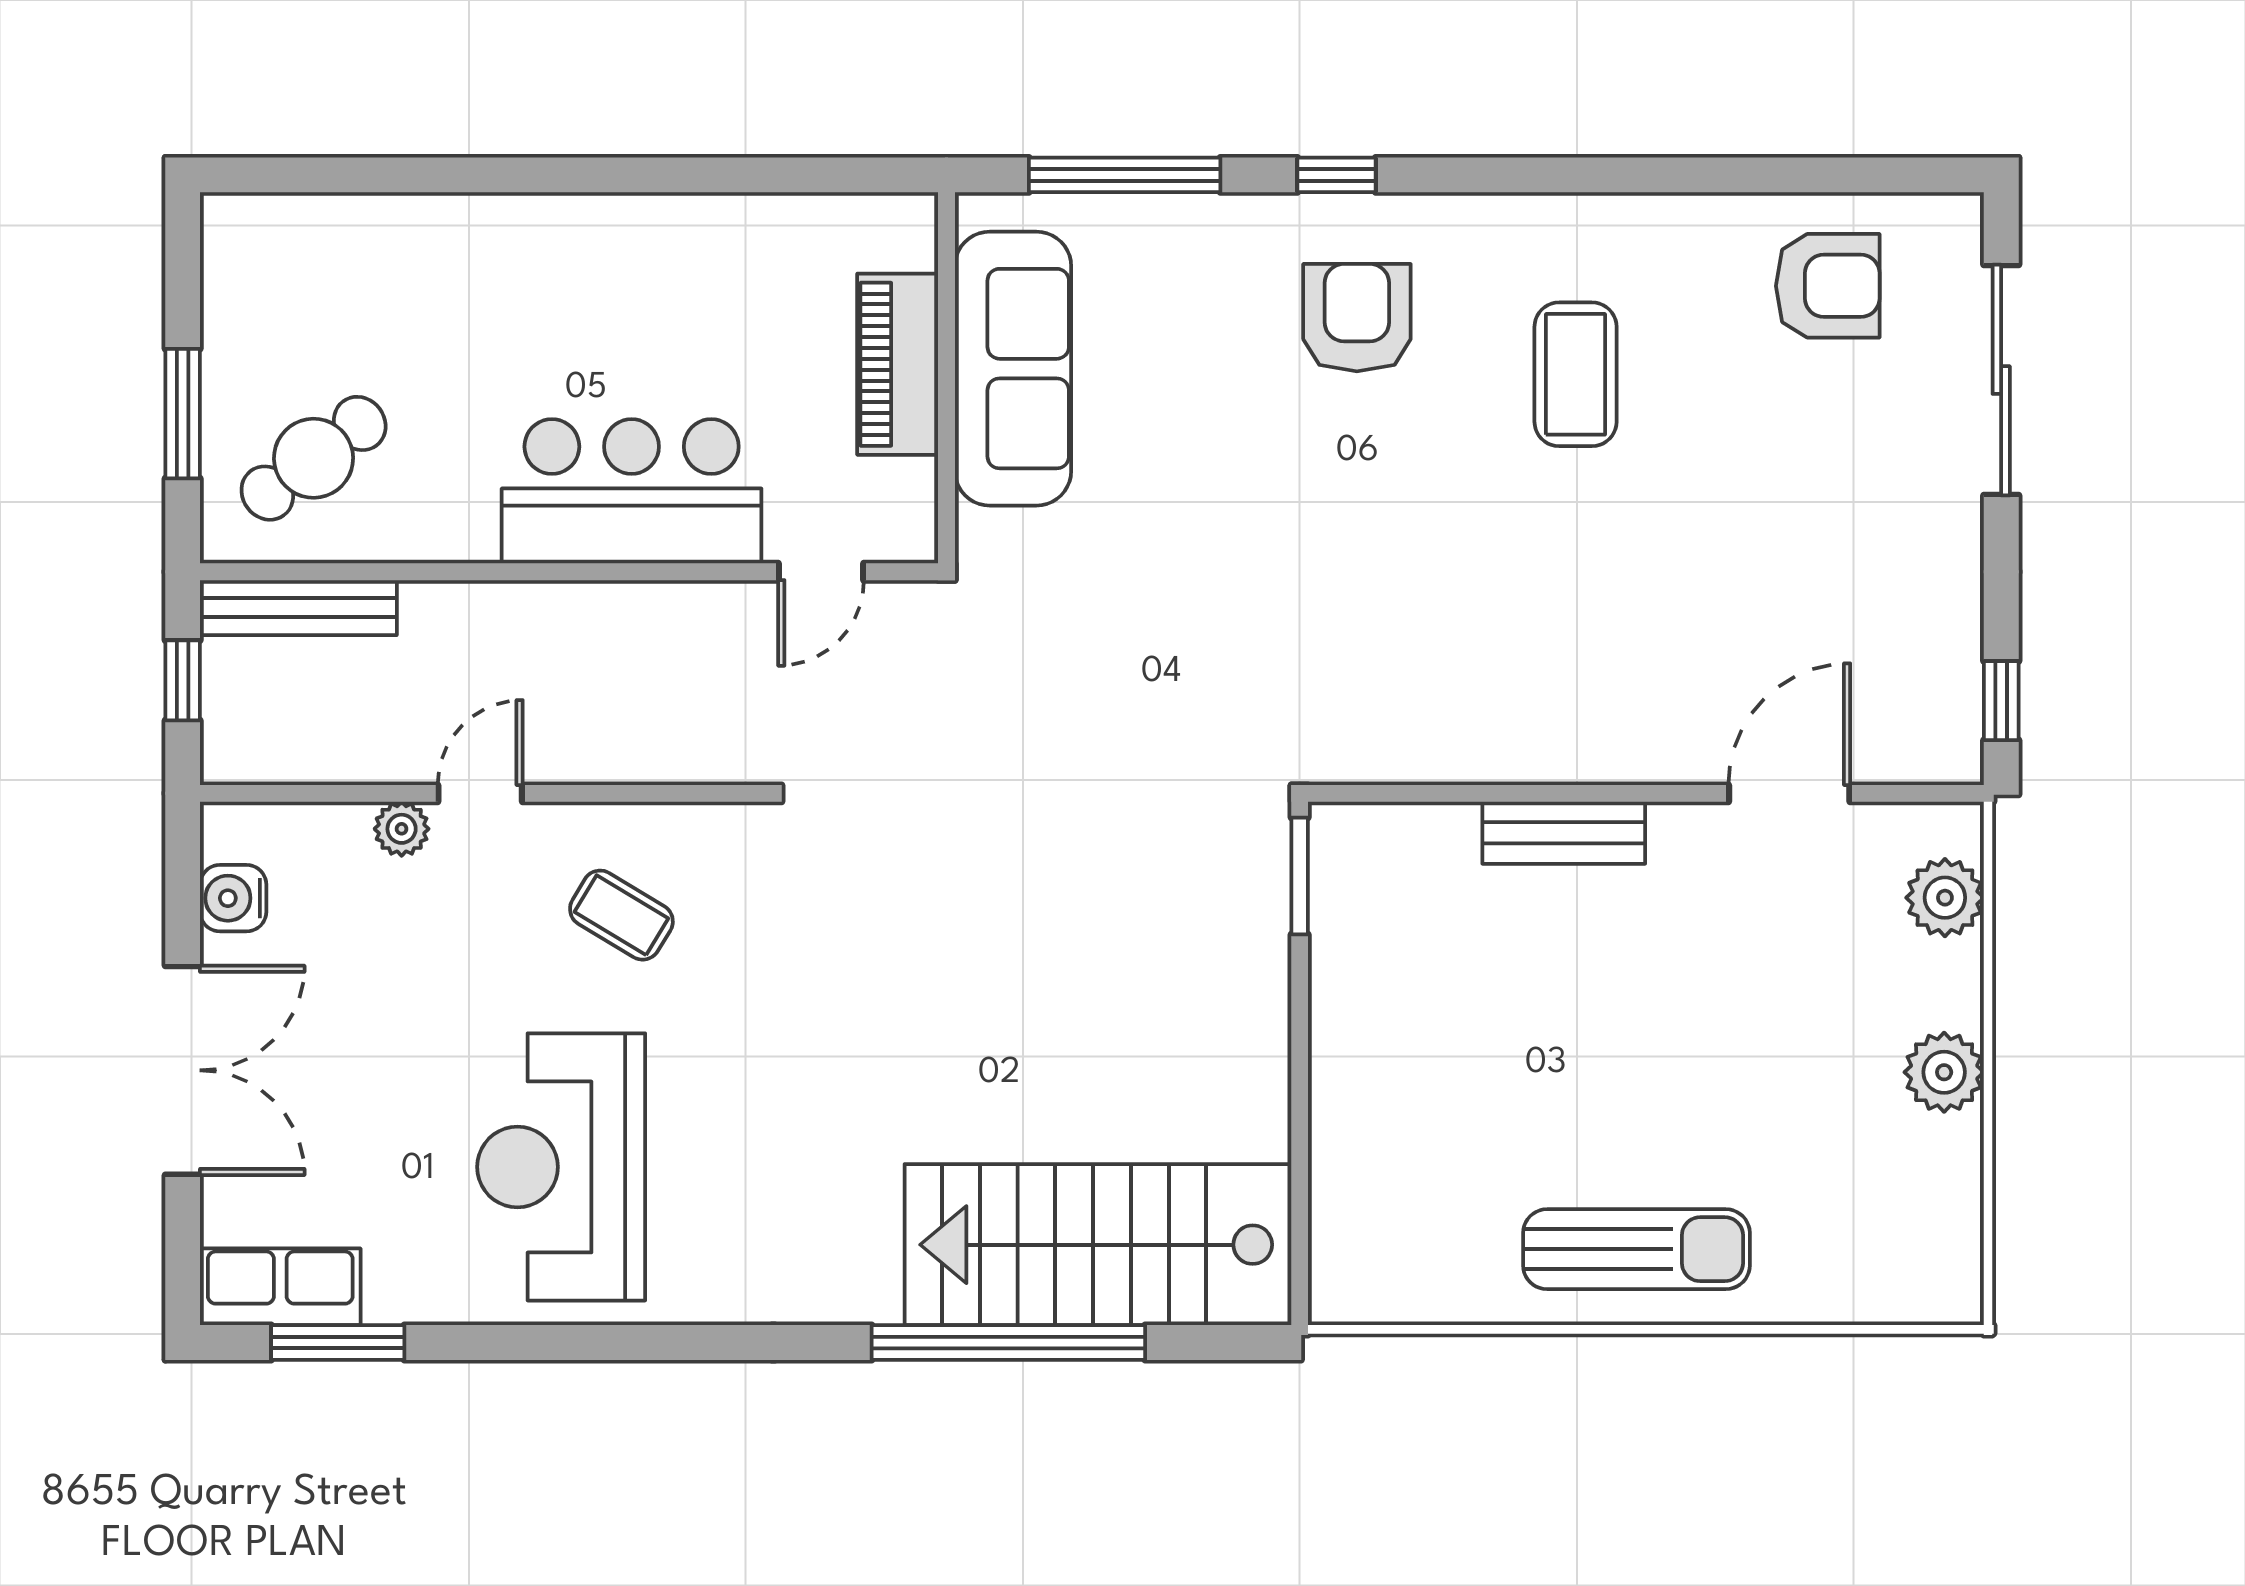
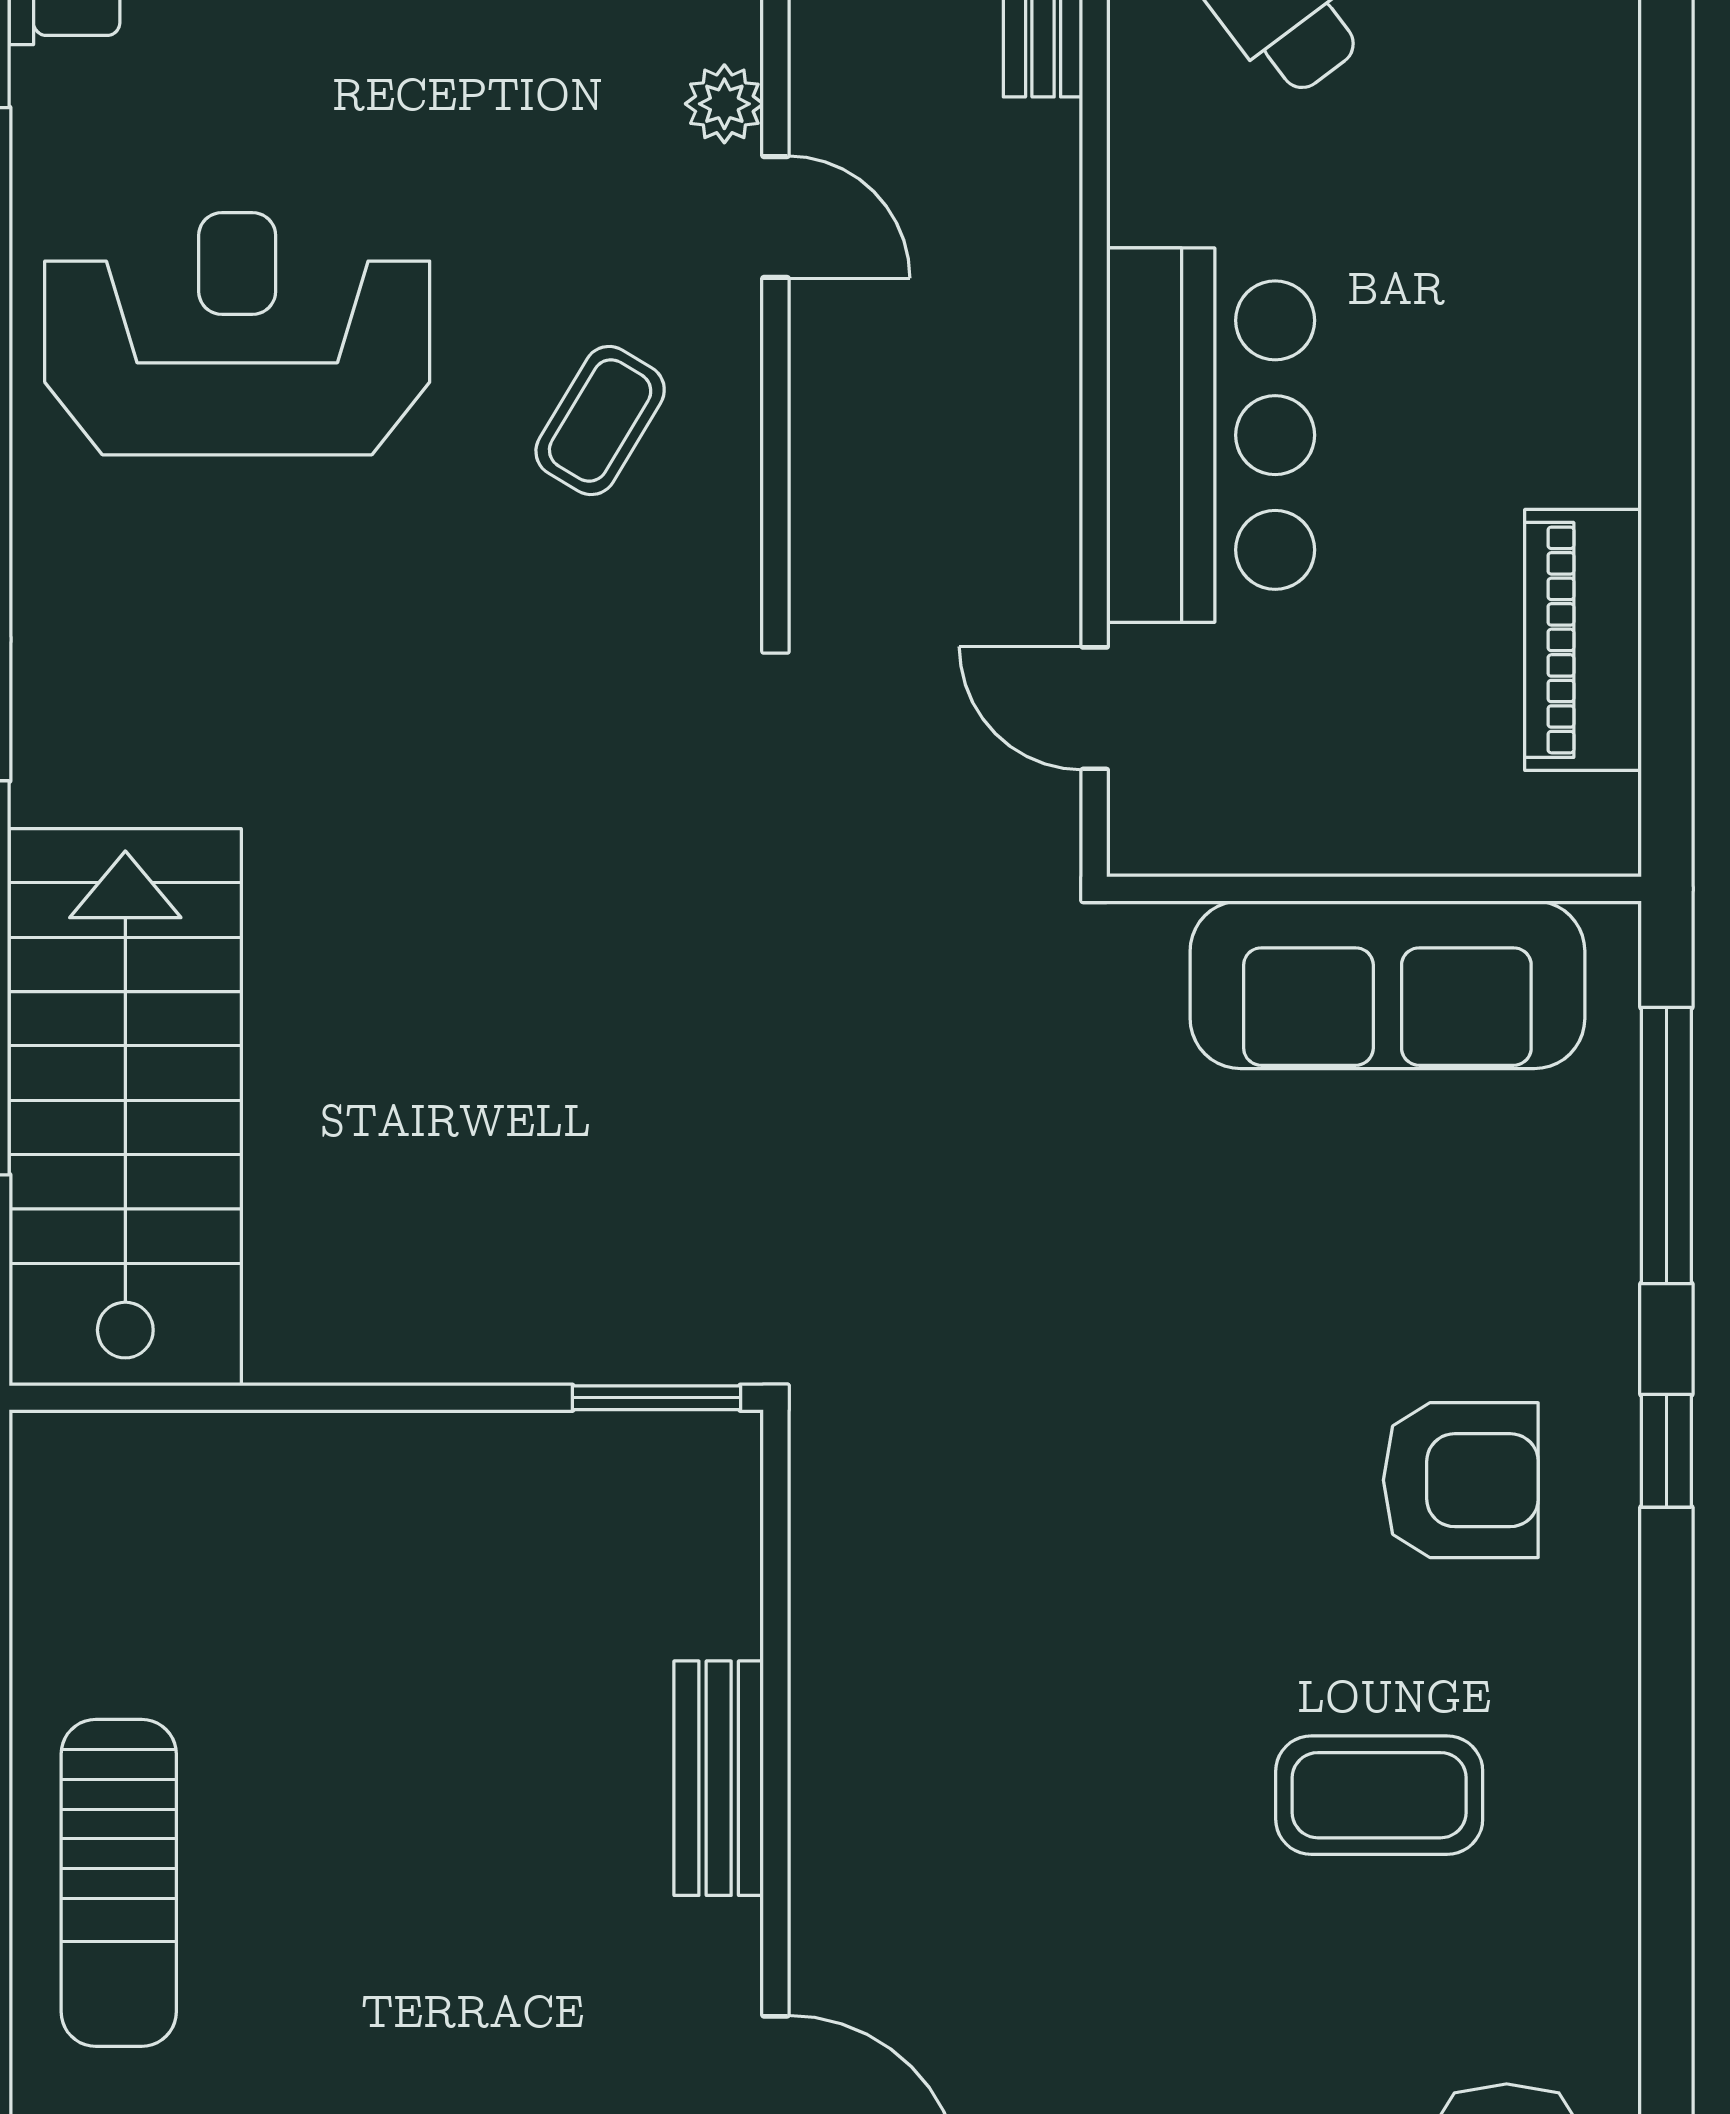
piano: (898, 364) -> (1583, 640), moved, turned -90

